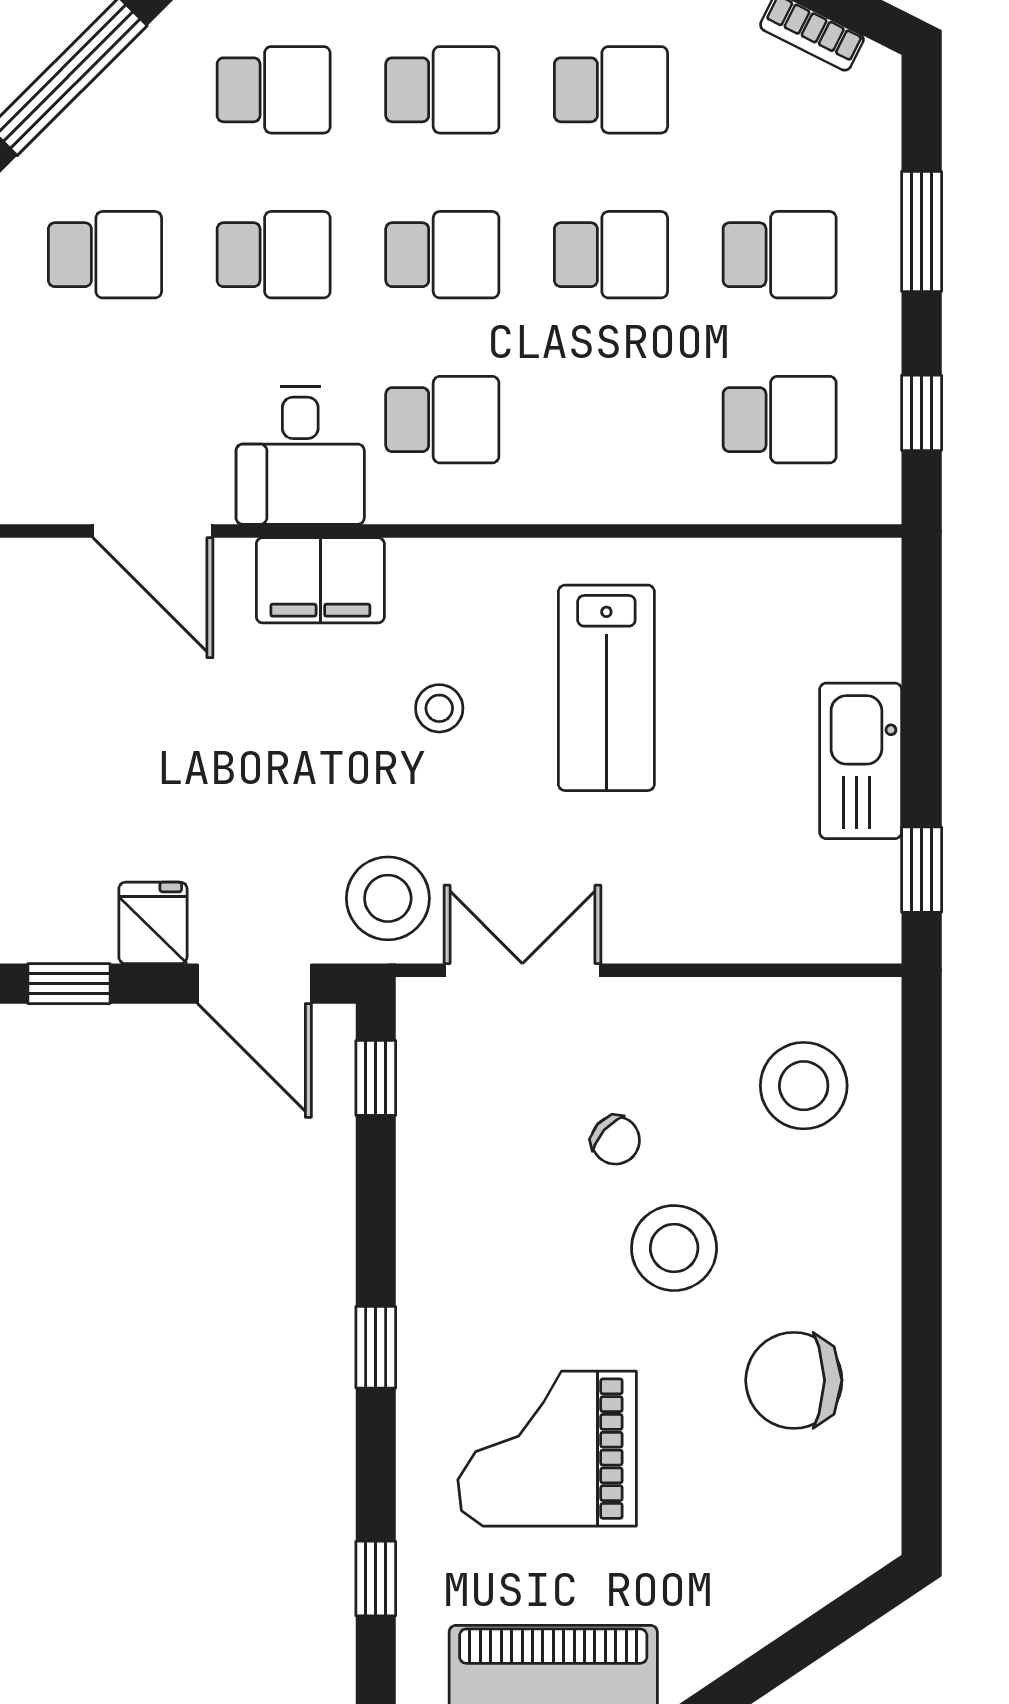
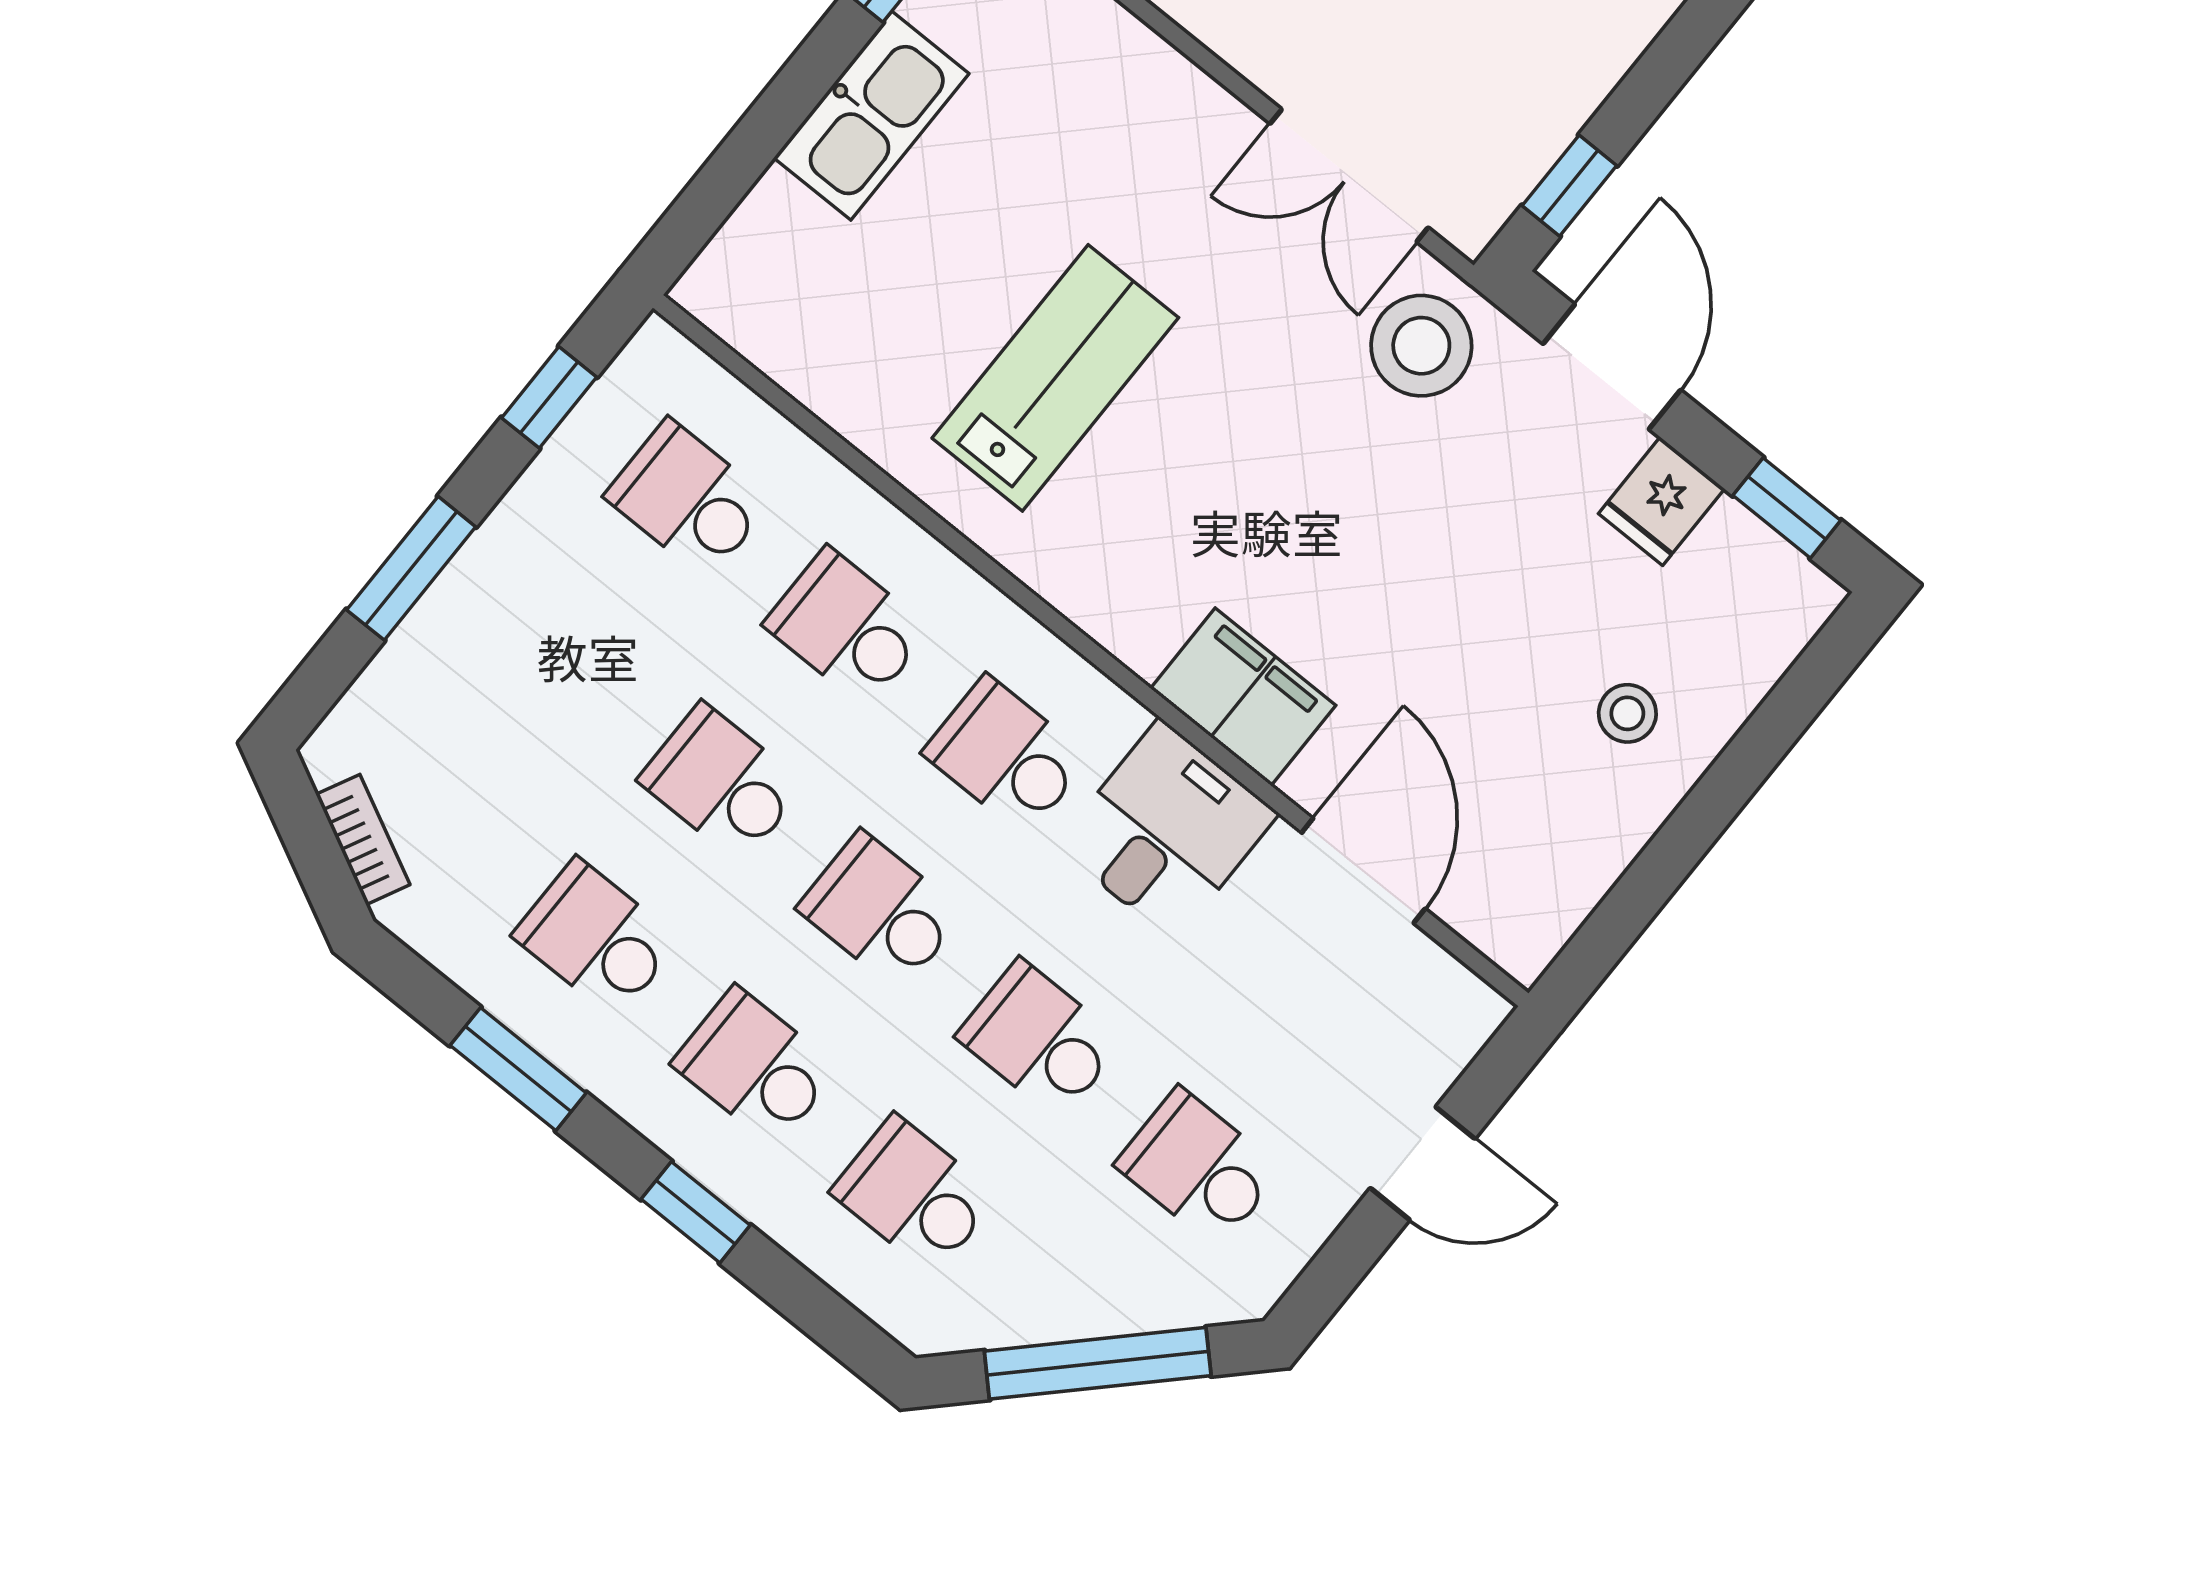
school desk: (780, 255) -> (847, 627), moved
stool: (439, 708) -> (1627, 713), moved

